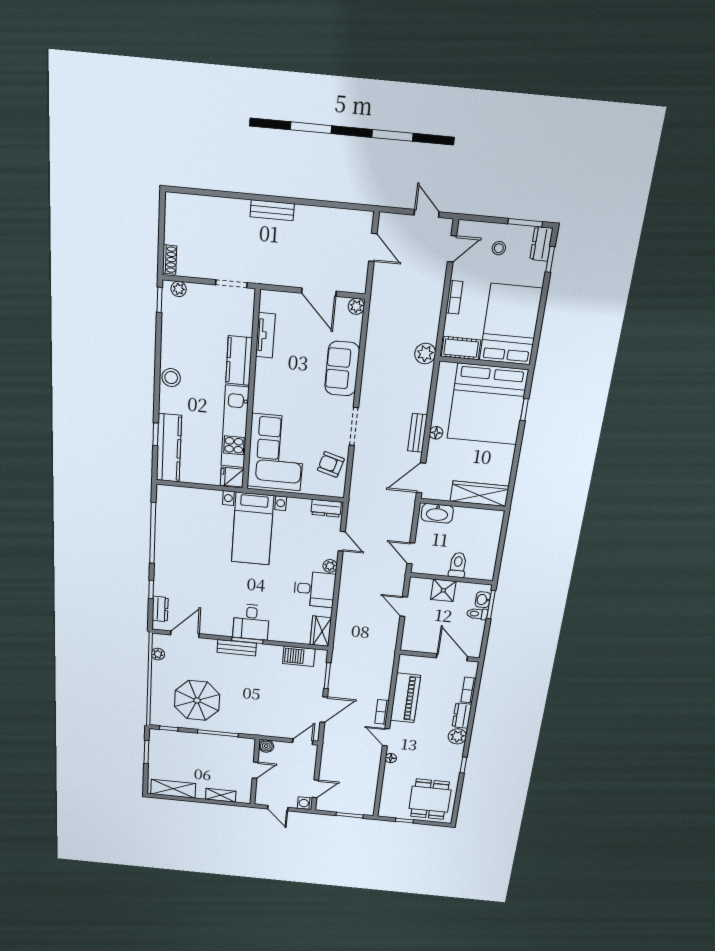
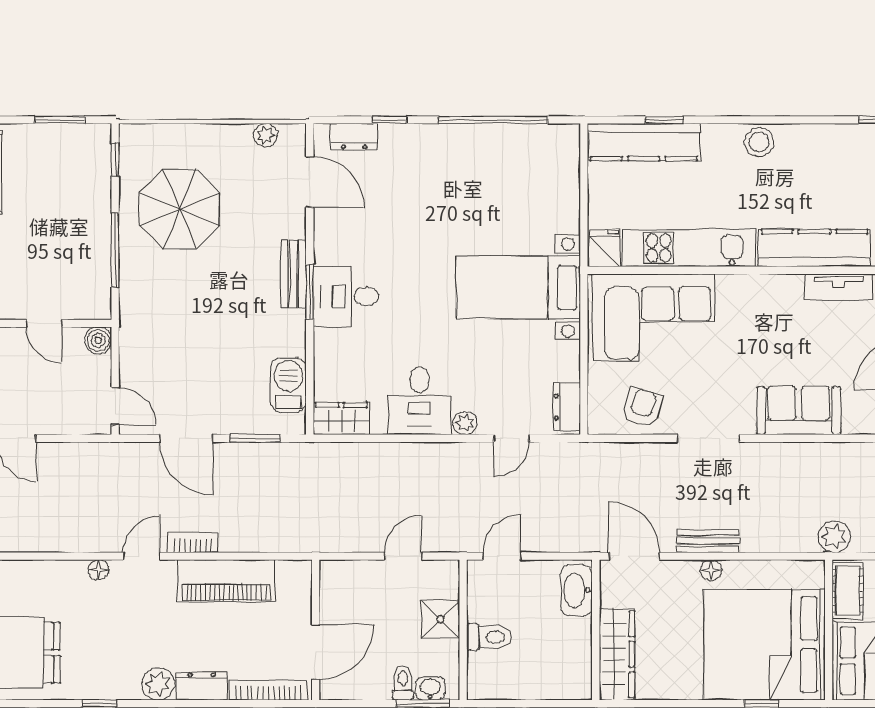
kitchen counter: (239, 361) -> (814, 248), width x1.50
bookcase: (469, 690) -> (269, 690), width x1.56

